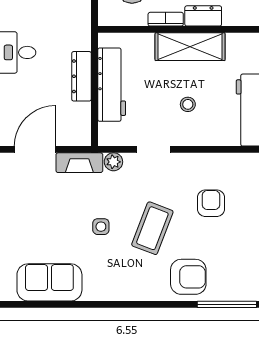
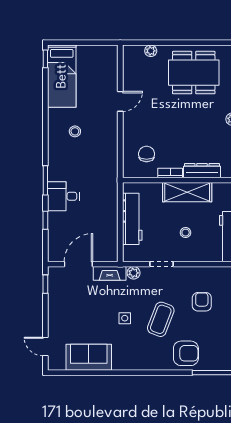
dresser: (203, 16) -> (202, 171), width x1.44
dresser: (81, 76) -> (111, 213), removed

